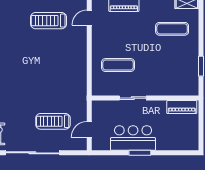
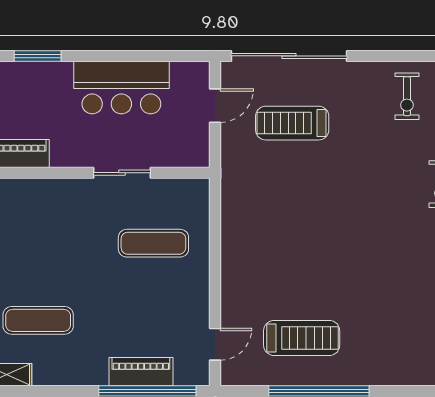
treadmill: (53, 121) -> (292, 123), turned 180
sliding door: (32, 153) -> (289, 56), moved
window: (140, 153) -> (38, 56), moved

